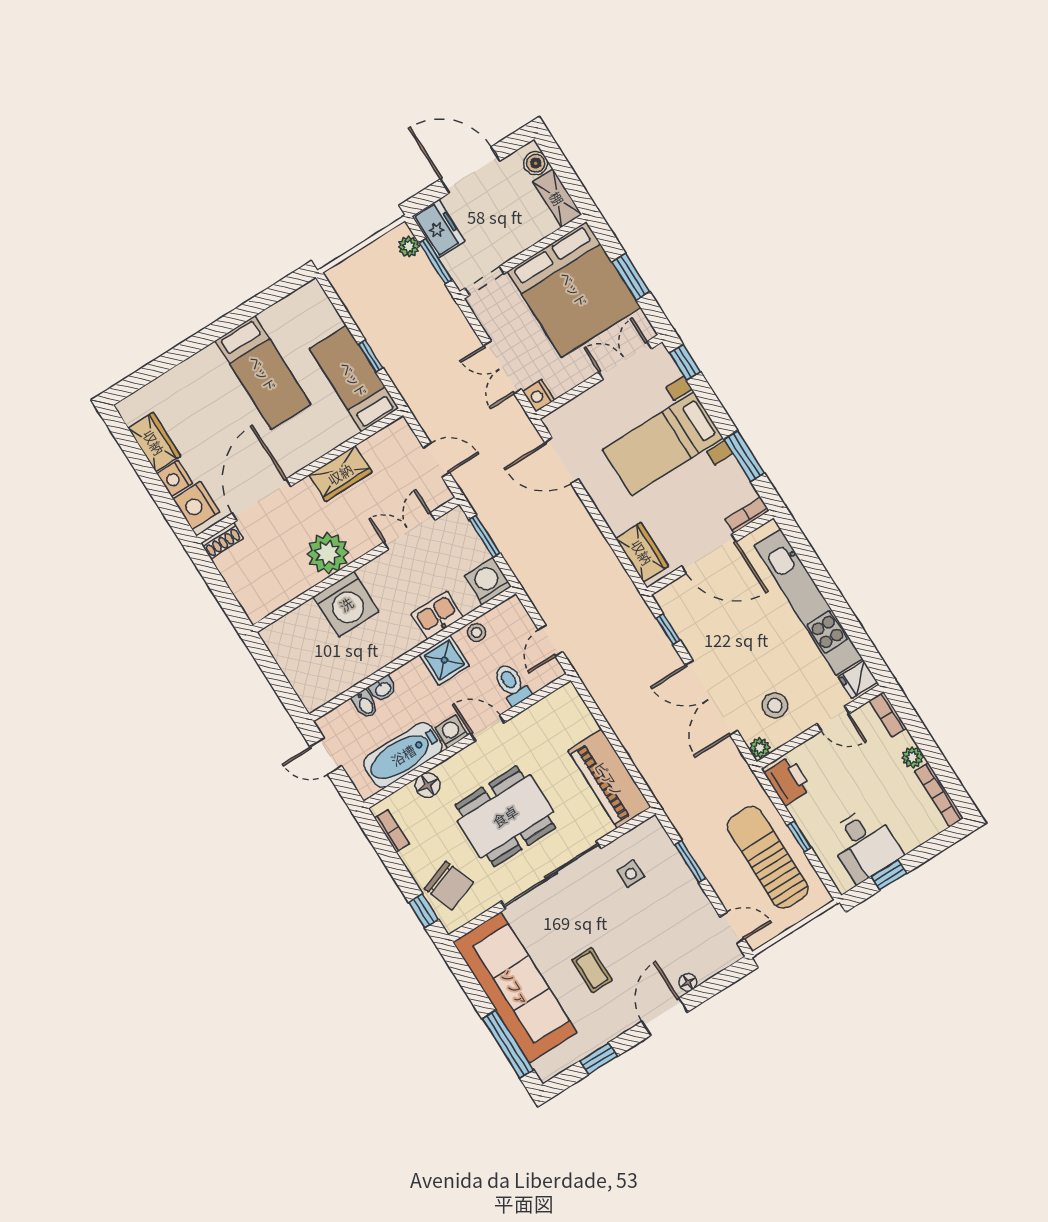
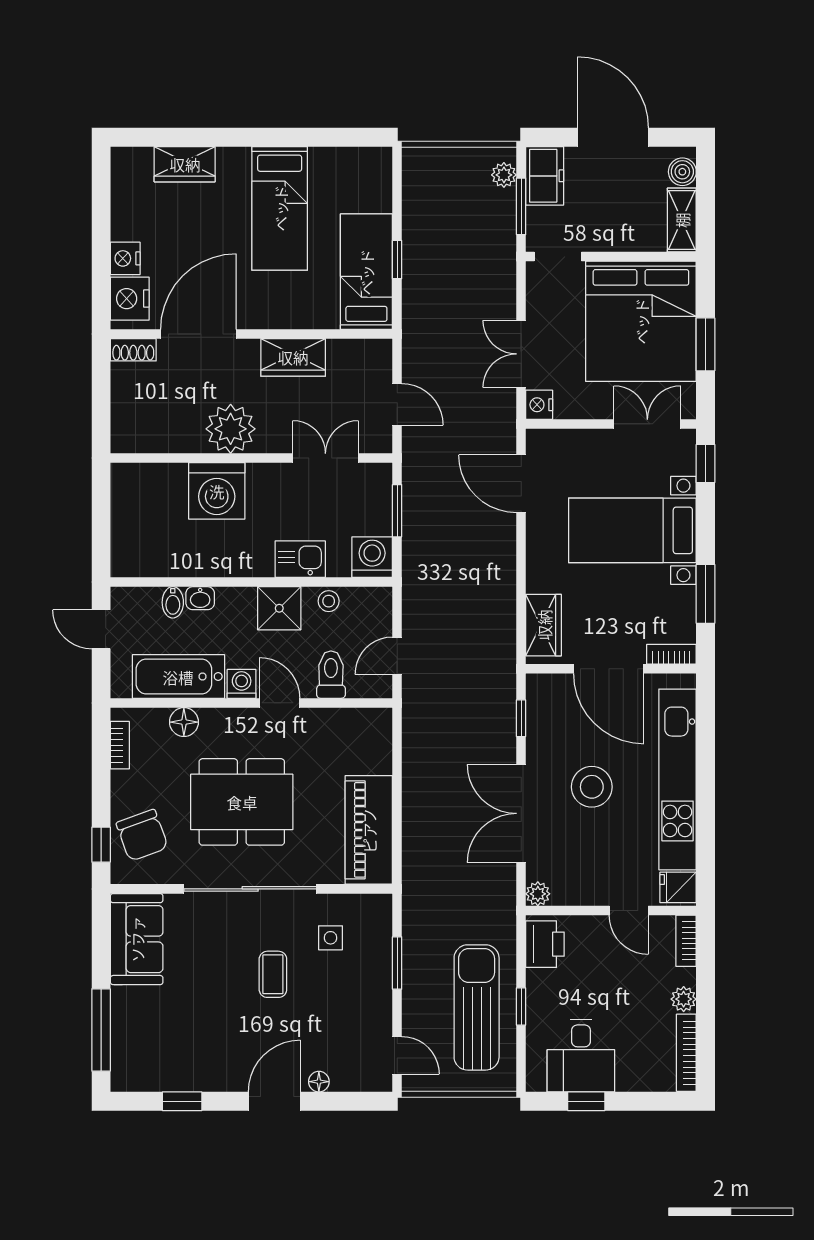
wardrobe: (154, 442) -> (185, 164), moved, turned 90
stool: (775, 705) -> (592, 787), moved, width x1.38, depth x1.38
coffee table: (592, 970) -> (273, 974), moved
sofa: (515, 987) -> (137, 939), width x0.54, depth x0.79

